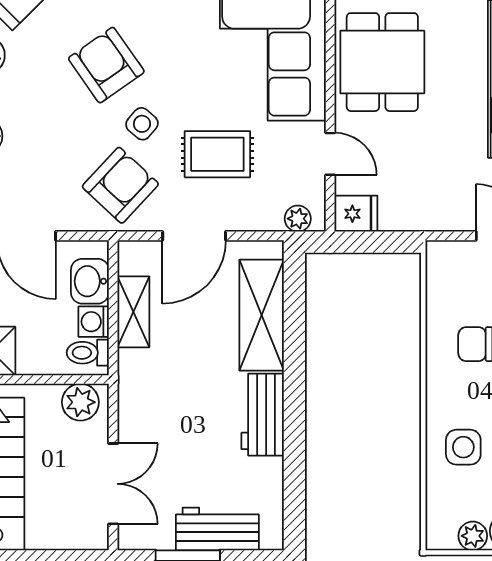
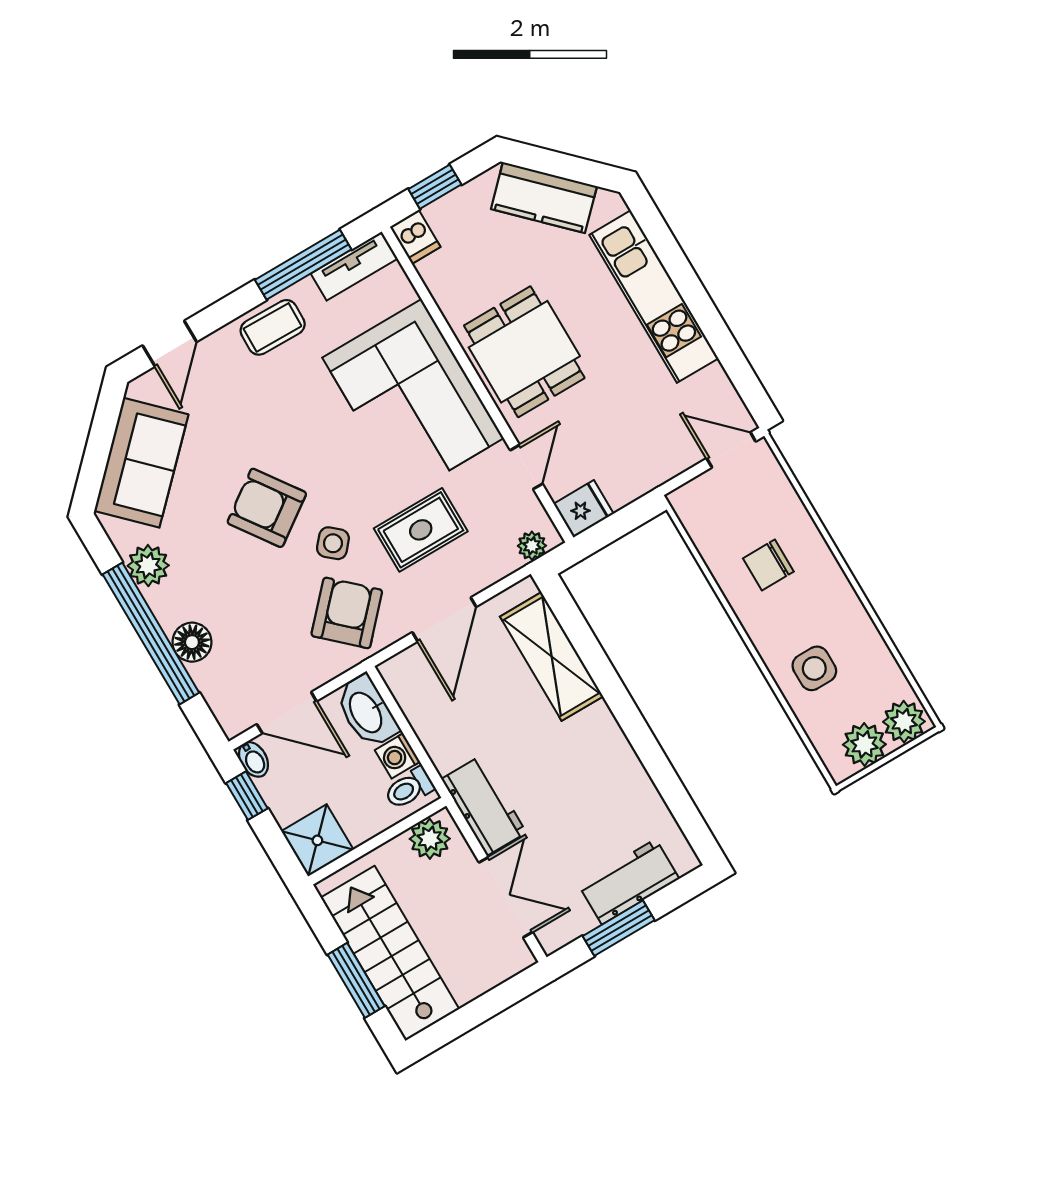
door: (330, 154) -> (526, 467), hinge flipped
washbasin: (90, 281) -> (367, 712), width x1.38
shelving: (133, 312) -> (429, 725), removed
workbench: (263, 415) -> (484, 806), moved, turned 180
plant: (473, 536) -> (864, 744), width x1.38, depth x1.38

